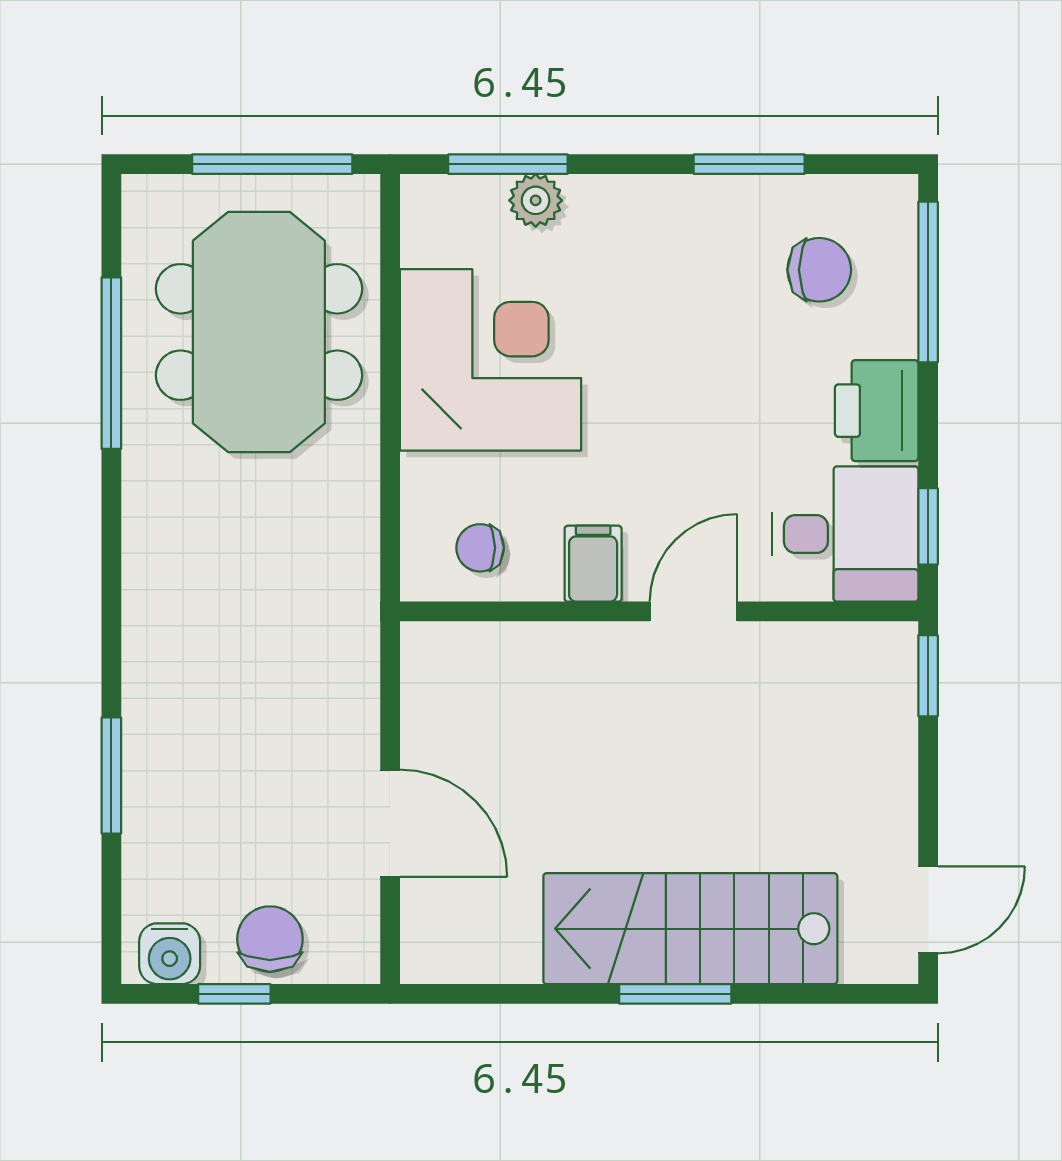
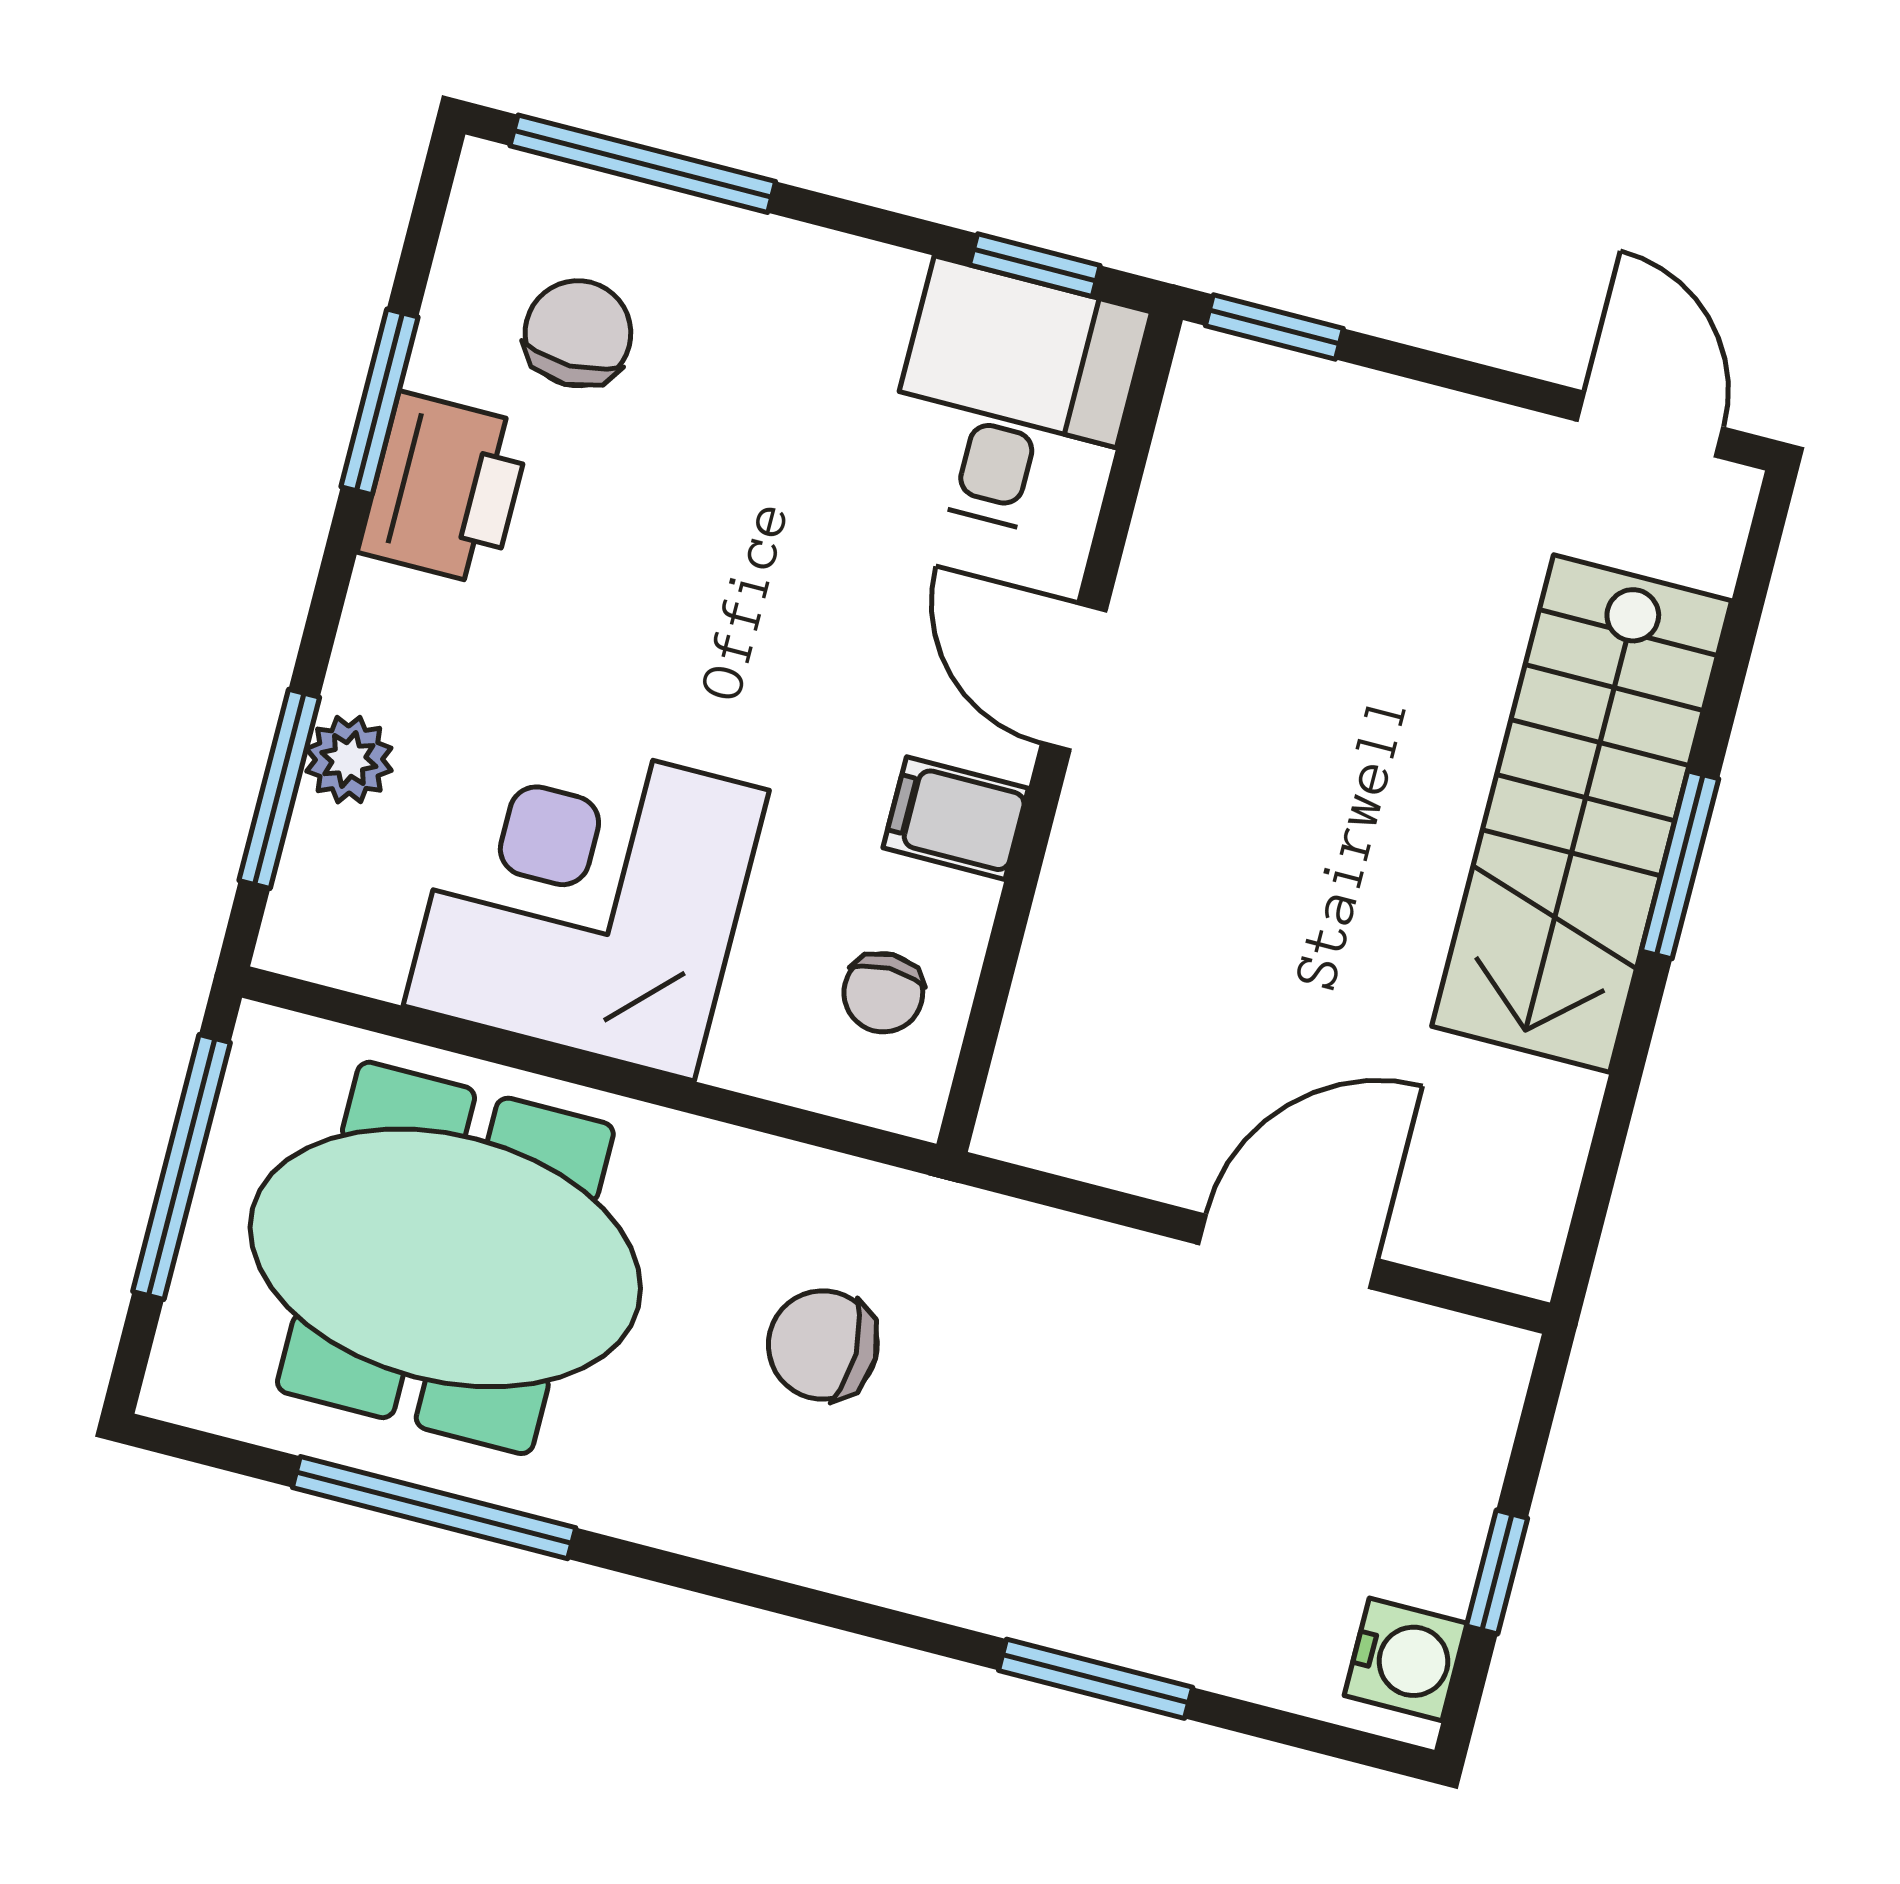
printer: (877, 411) -> (445, 489), moved, turned -90
chair: (270, 939) -> (823, 1345), moved

